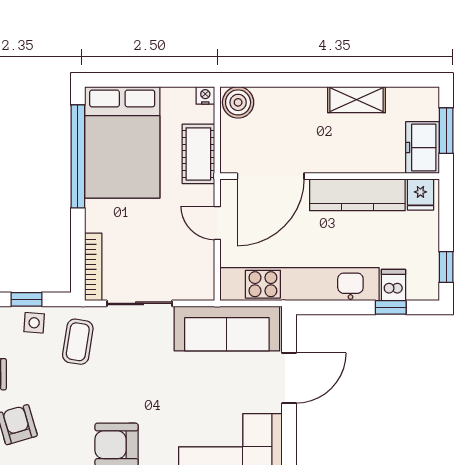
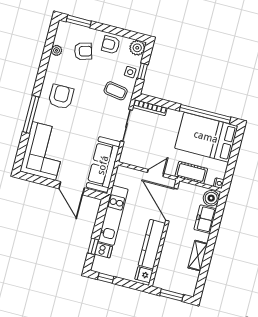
freezer: (422, 148) -> (205, 219), moved, turned -90
kitchen unit: (300, 284) -> (113, 215), width x0.73

